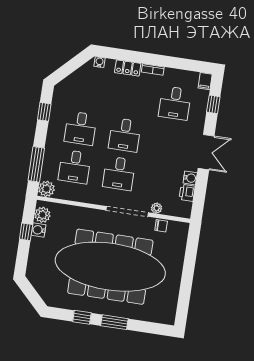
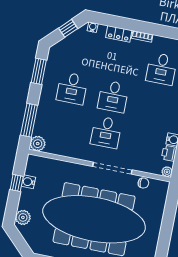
window: (73, 64) -> (68, 28), added
window: (44, 112) -> (39, 71), width x1.50
desk: (75, 167) -> (65, 124), removed
plant: (157, 208) -> (167, 172), moved
plant: (42, 215) -> (23, 217), moved

